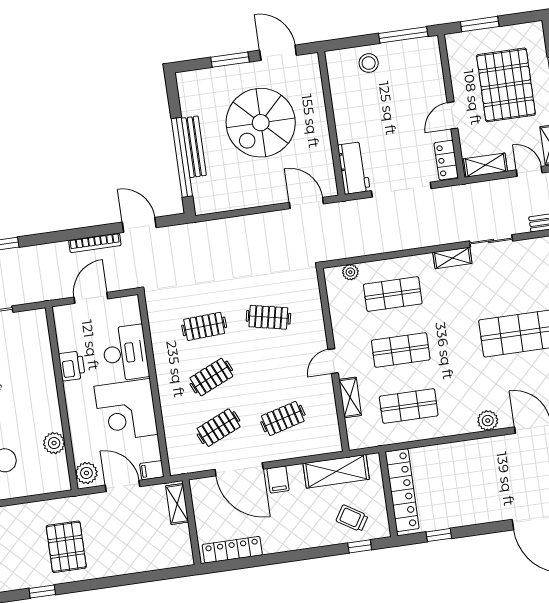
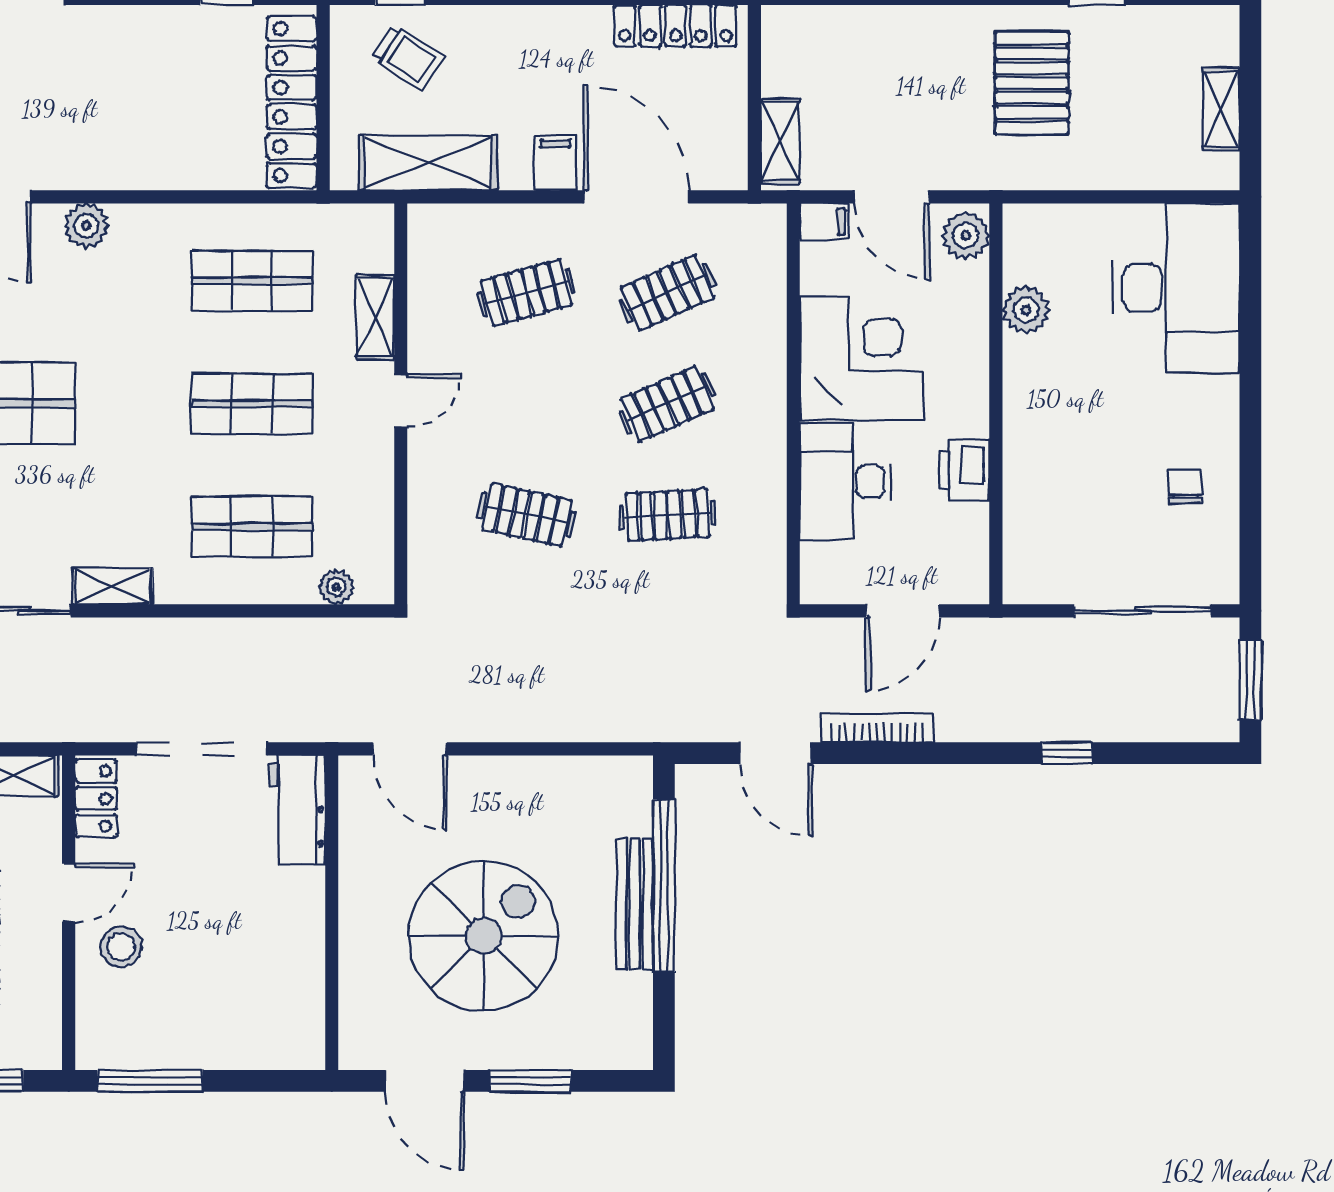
stool: (369, 63) -> (121, 947), moved

